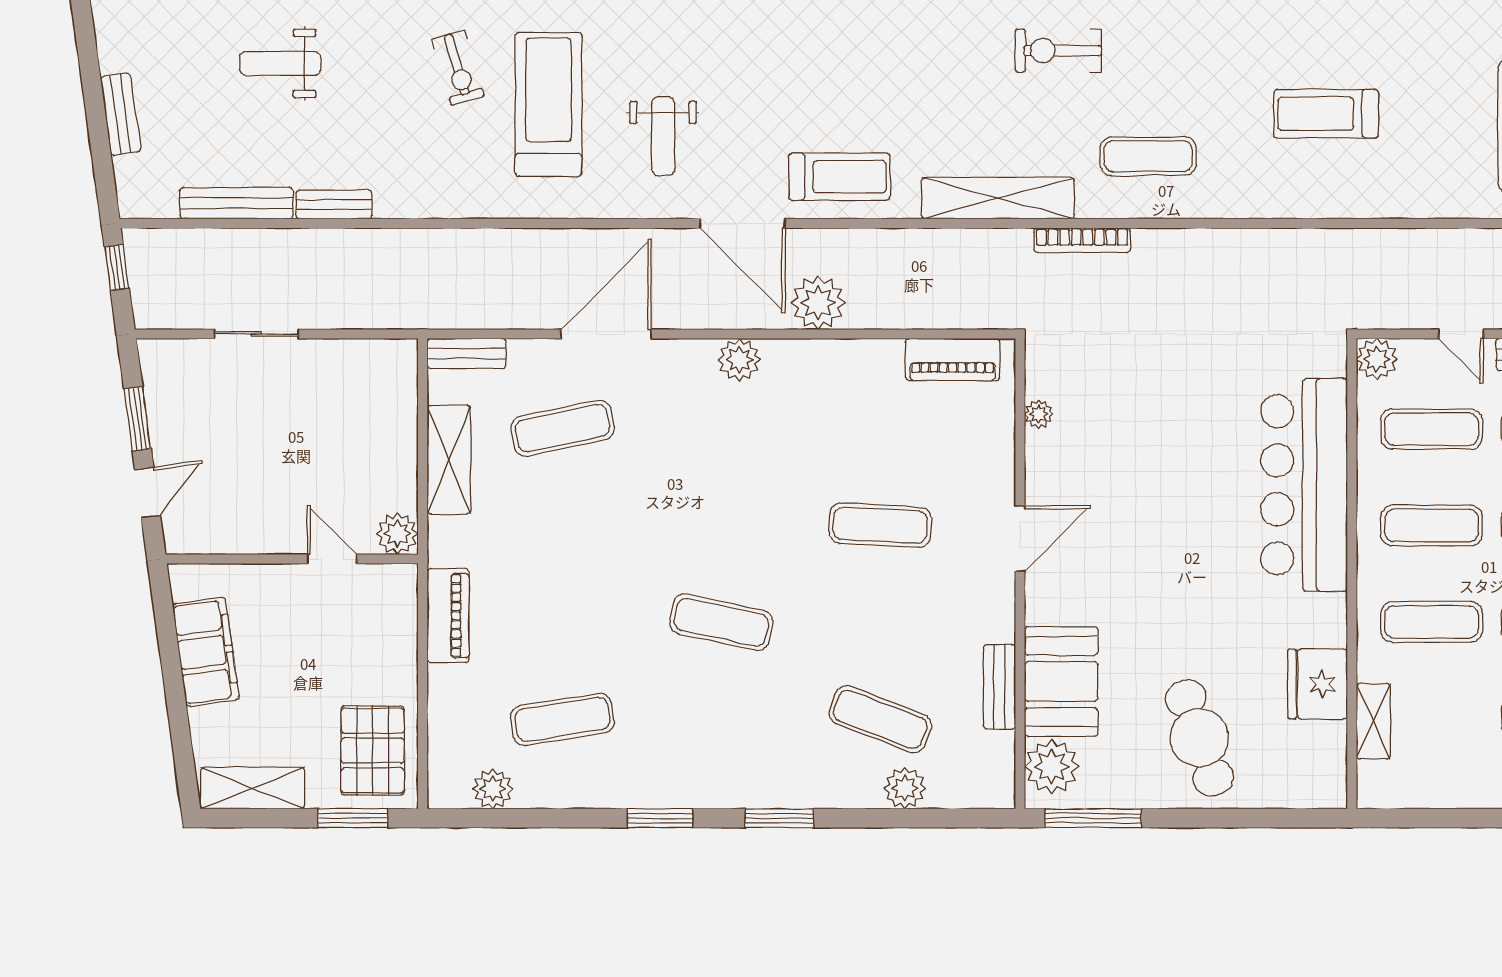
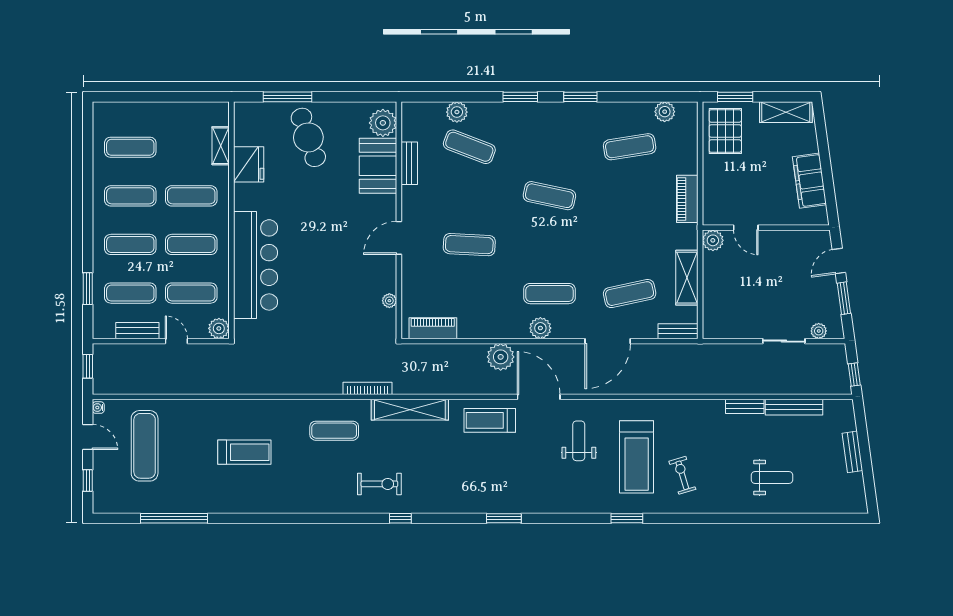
plant: (187, 354) -> (819, 331), added
exercise mat: (721, 428) -> (549, 294), added
window: (1093, 818) -> (287, 97), moved

